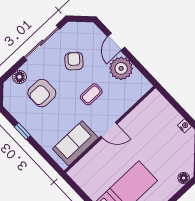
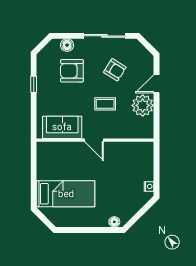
armchair: (74, 61) -> (115, 70), turned 82

